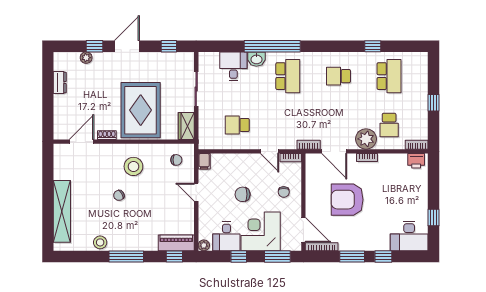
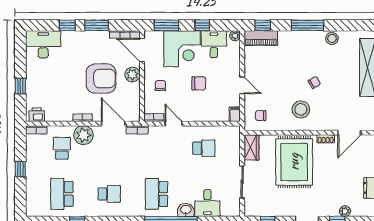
plant: (314, 204) -> (132, 75), added
window: (434, 218) -> (20, 86), moved

